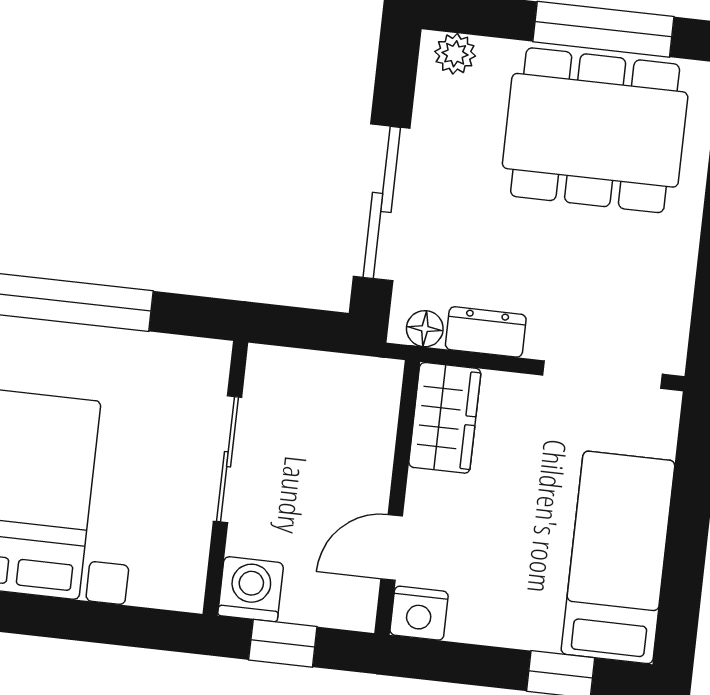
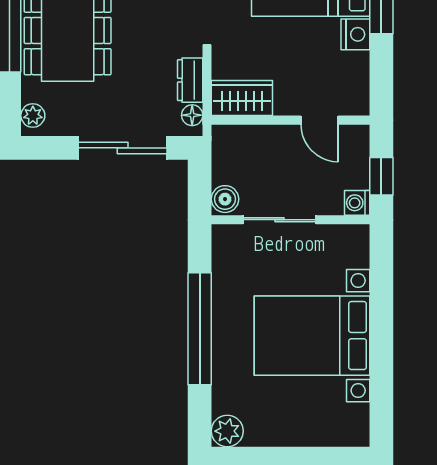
boiler: (274, 369) -> (225, 199), added
washing machine: (251, 589) -> (357, 203), width x0.73, depth x0.73
nightstand: (419, 613) -> (355, 34), moved

